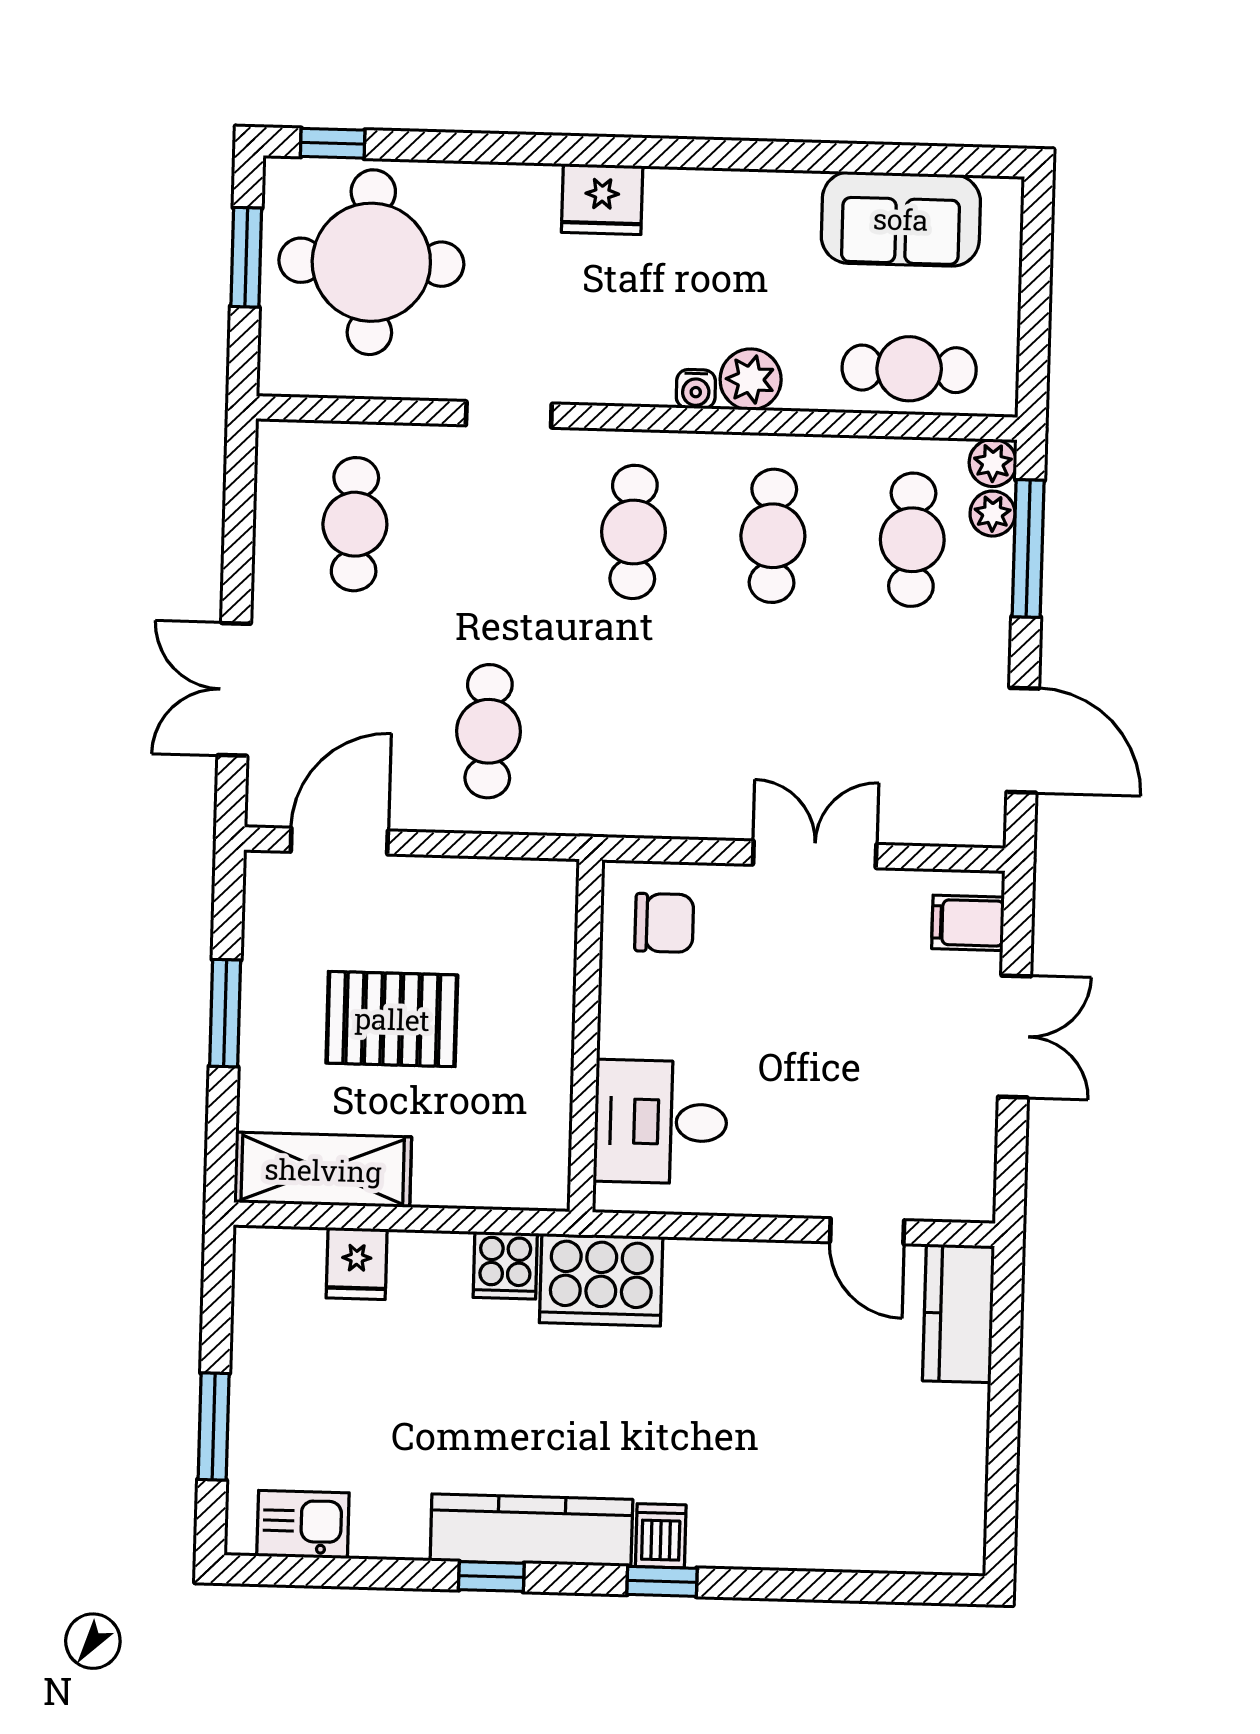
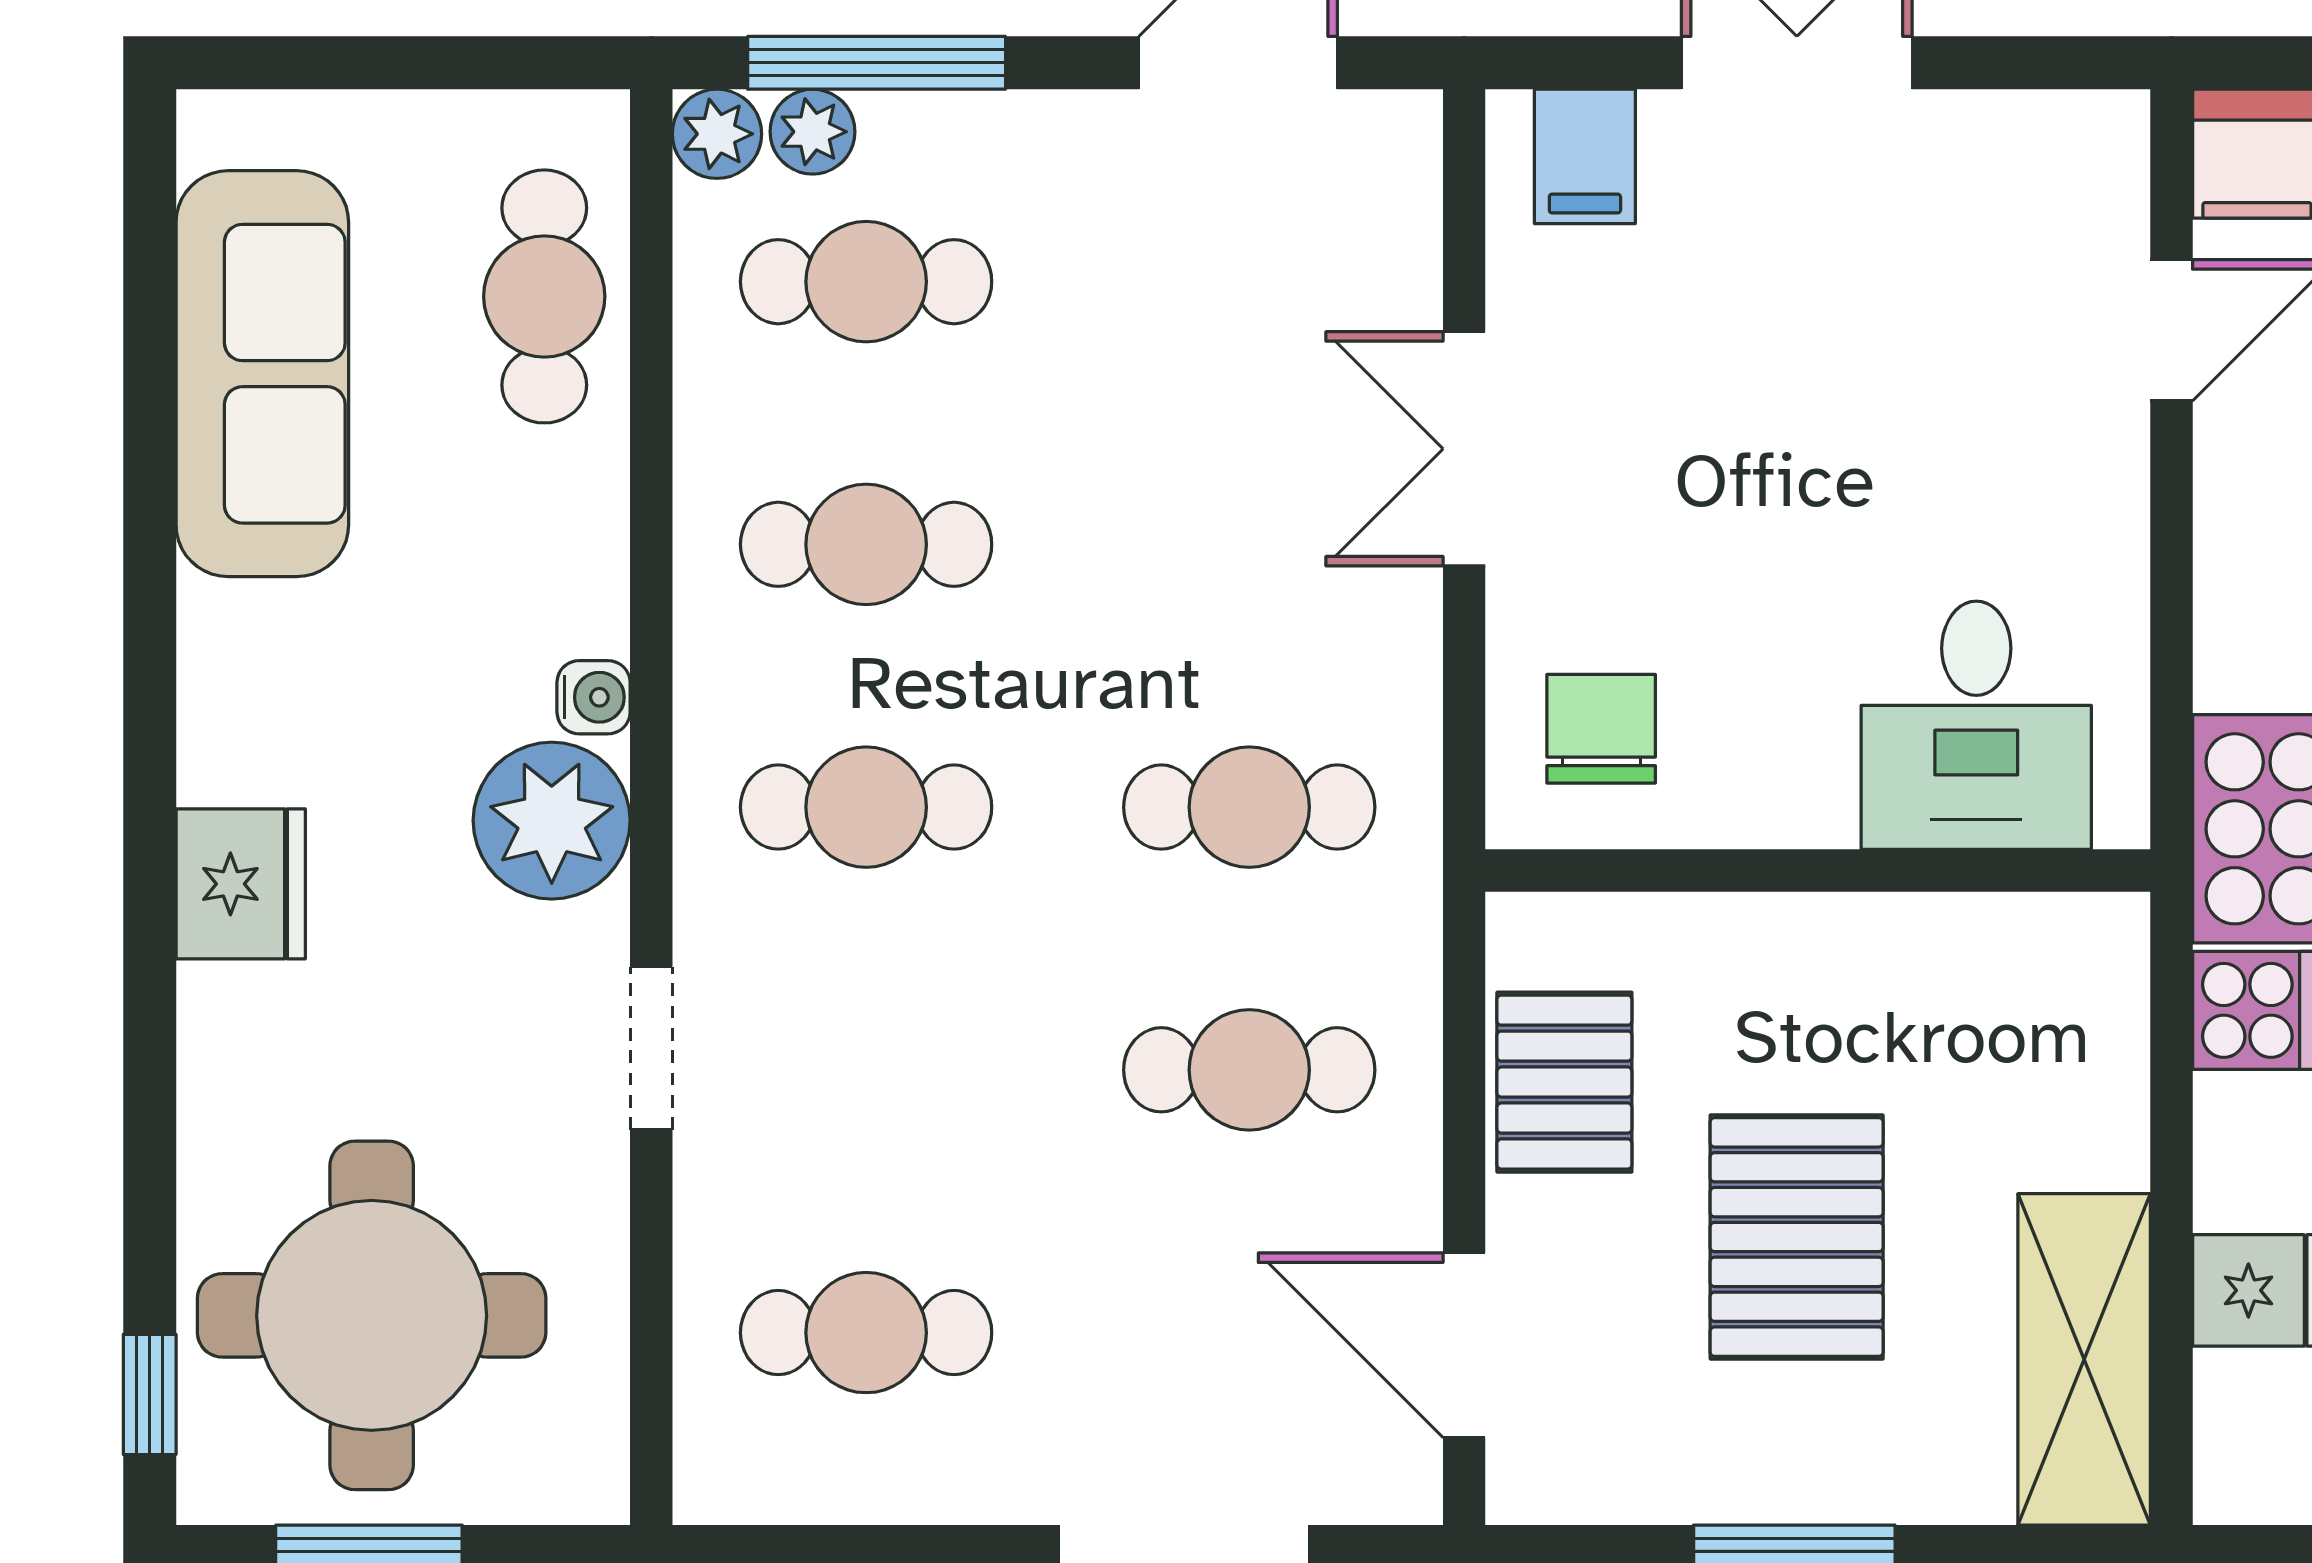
sofa: (901, 219) -> (262, 374), width x1.36
plant: (751, 379) -> (552, 821), moved, width x1.36, depth x1.36
cafe table: (628, 735) -> (1249, 807), added
pallet: (477, 898) -> (1564, 1082), added

